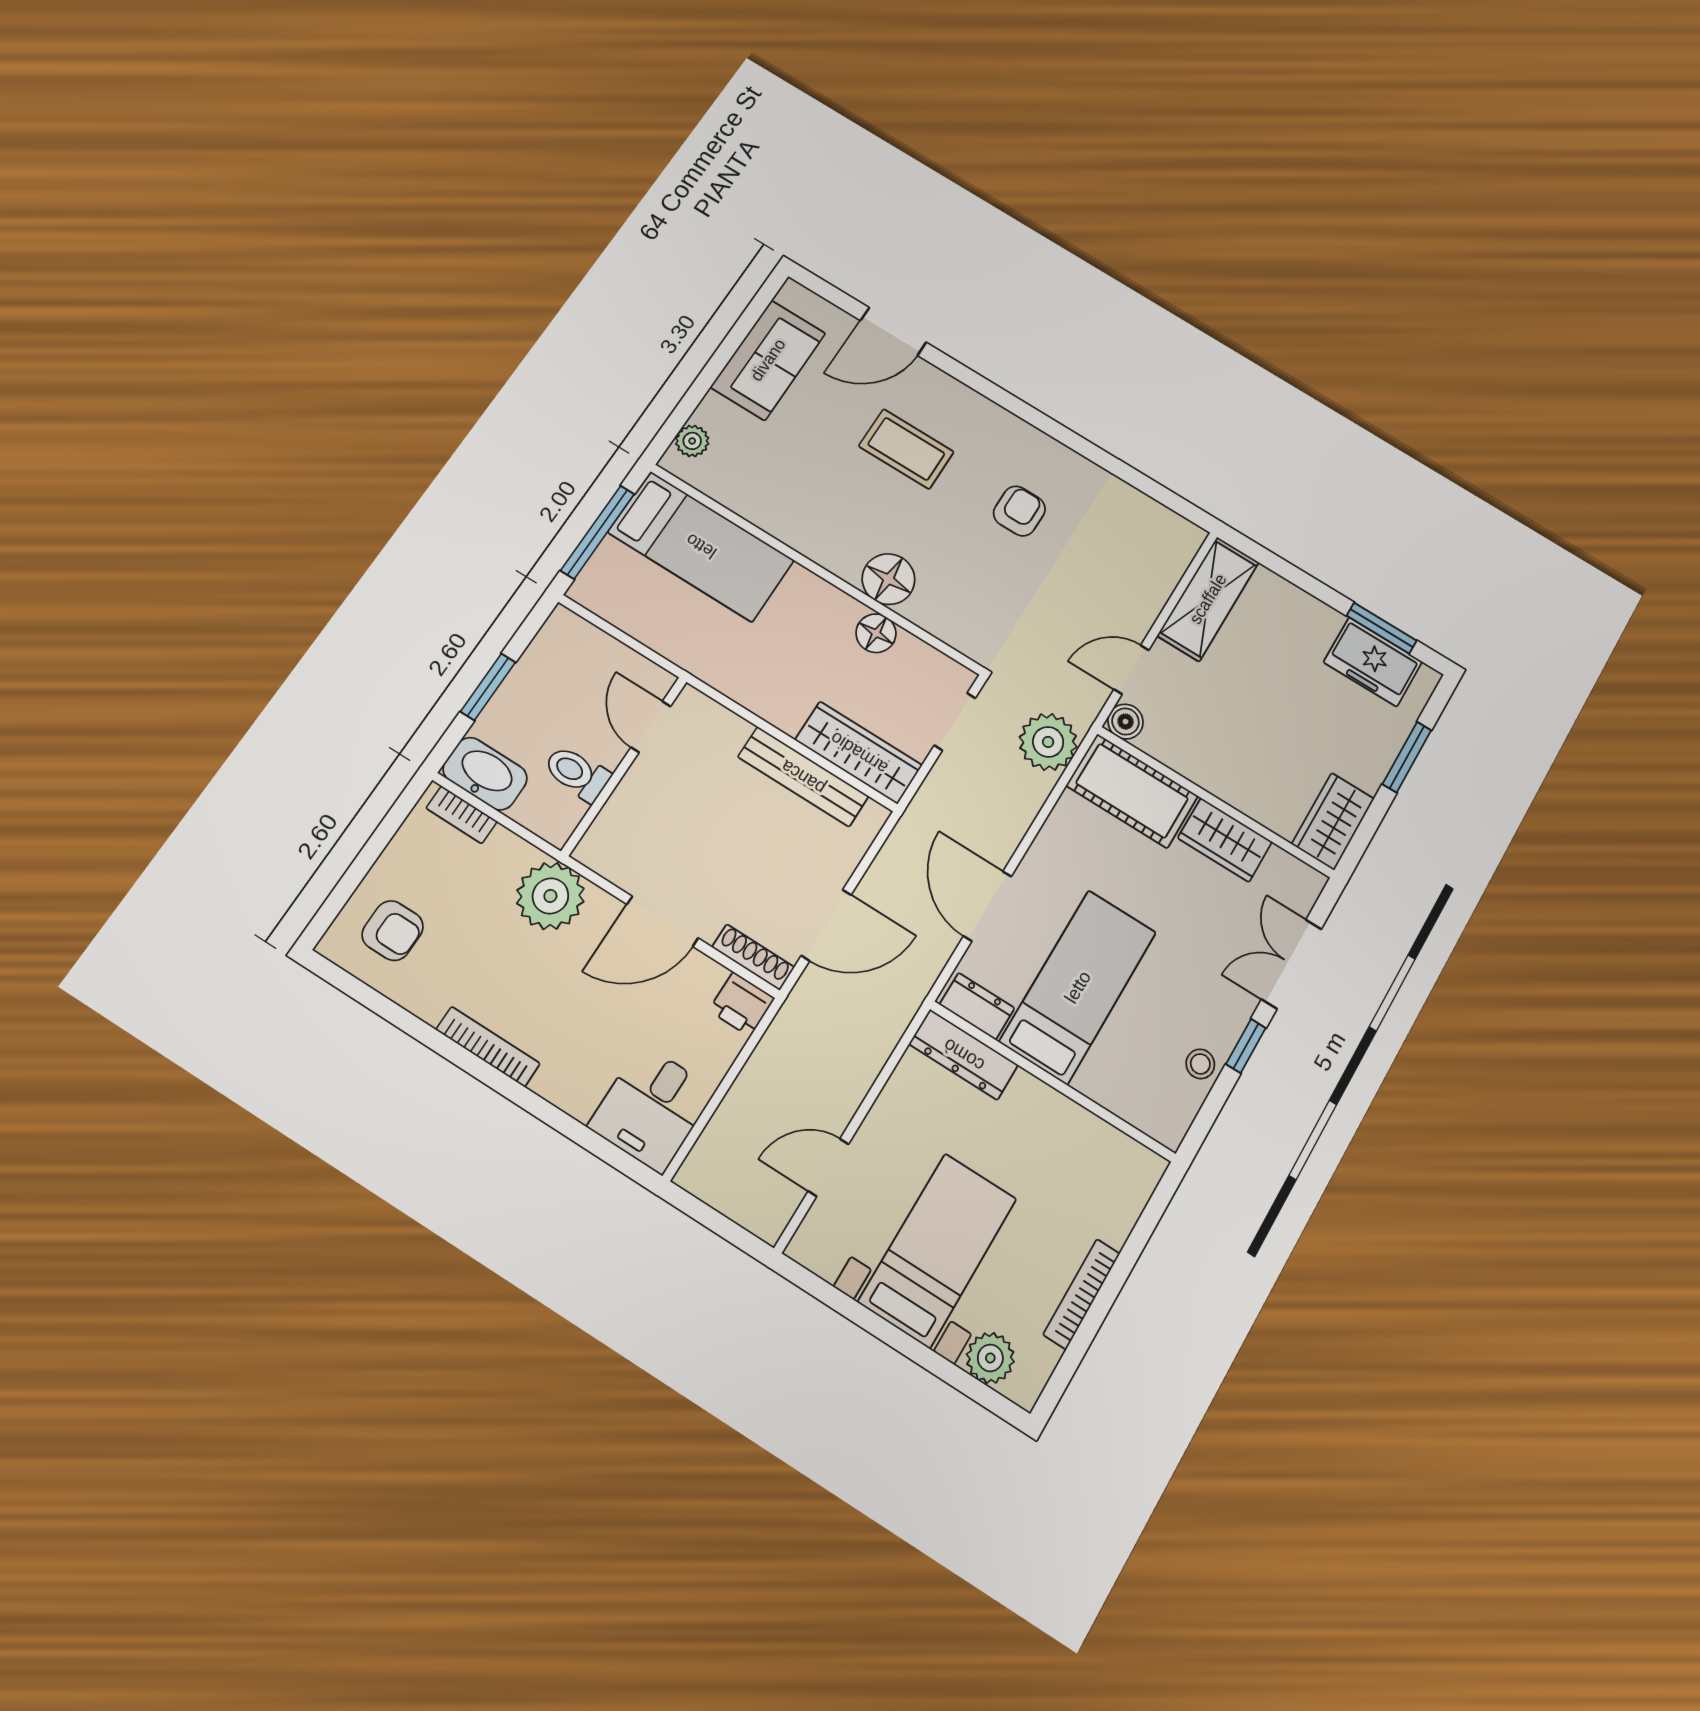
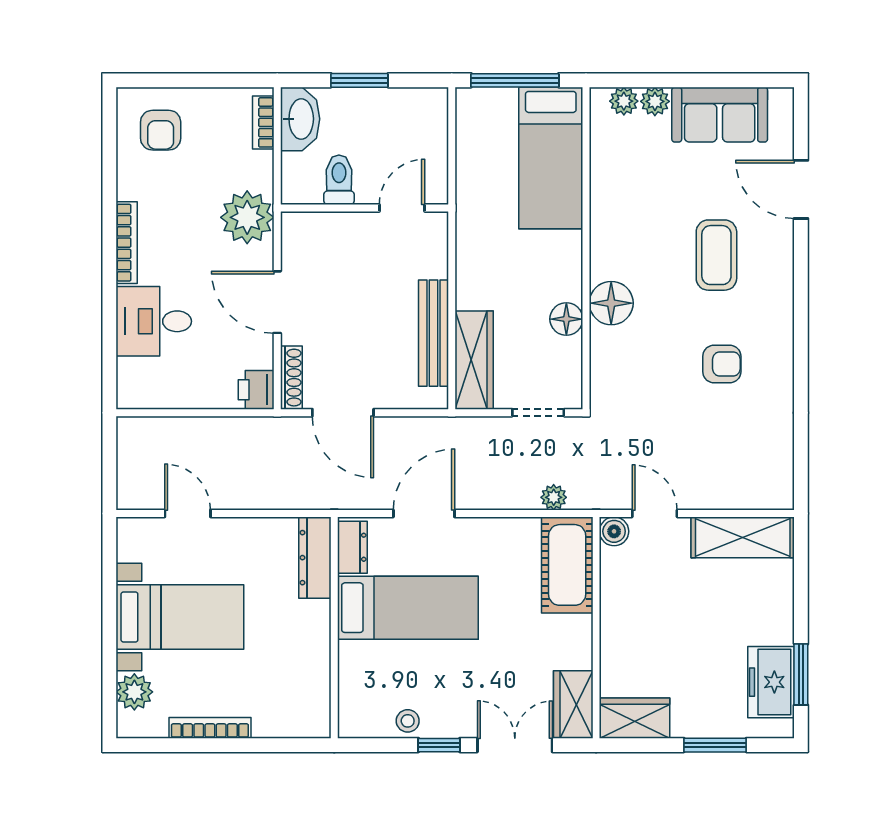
plant: (713, 412) -> (655, 101), added
plant: (1048, 742) -> (554, 497), width x0.53, depth x0.53
wardrobe: (1225, 840) -> (573, 705), moved
desk: (652, 1108) -> (154, 321), moved

